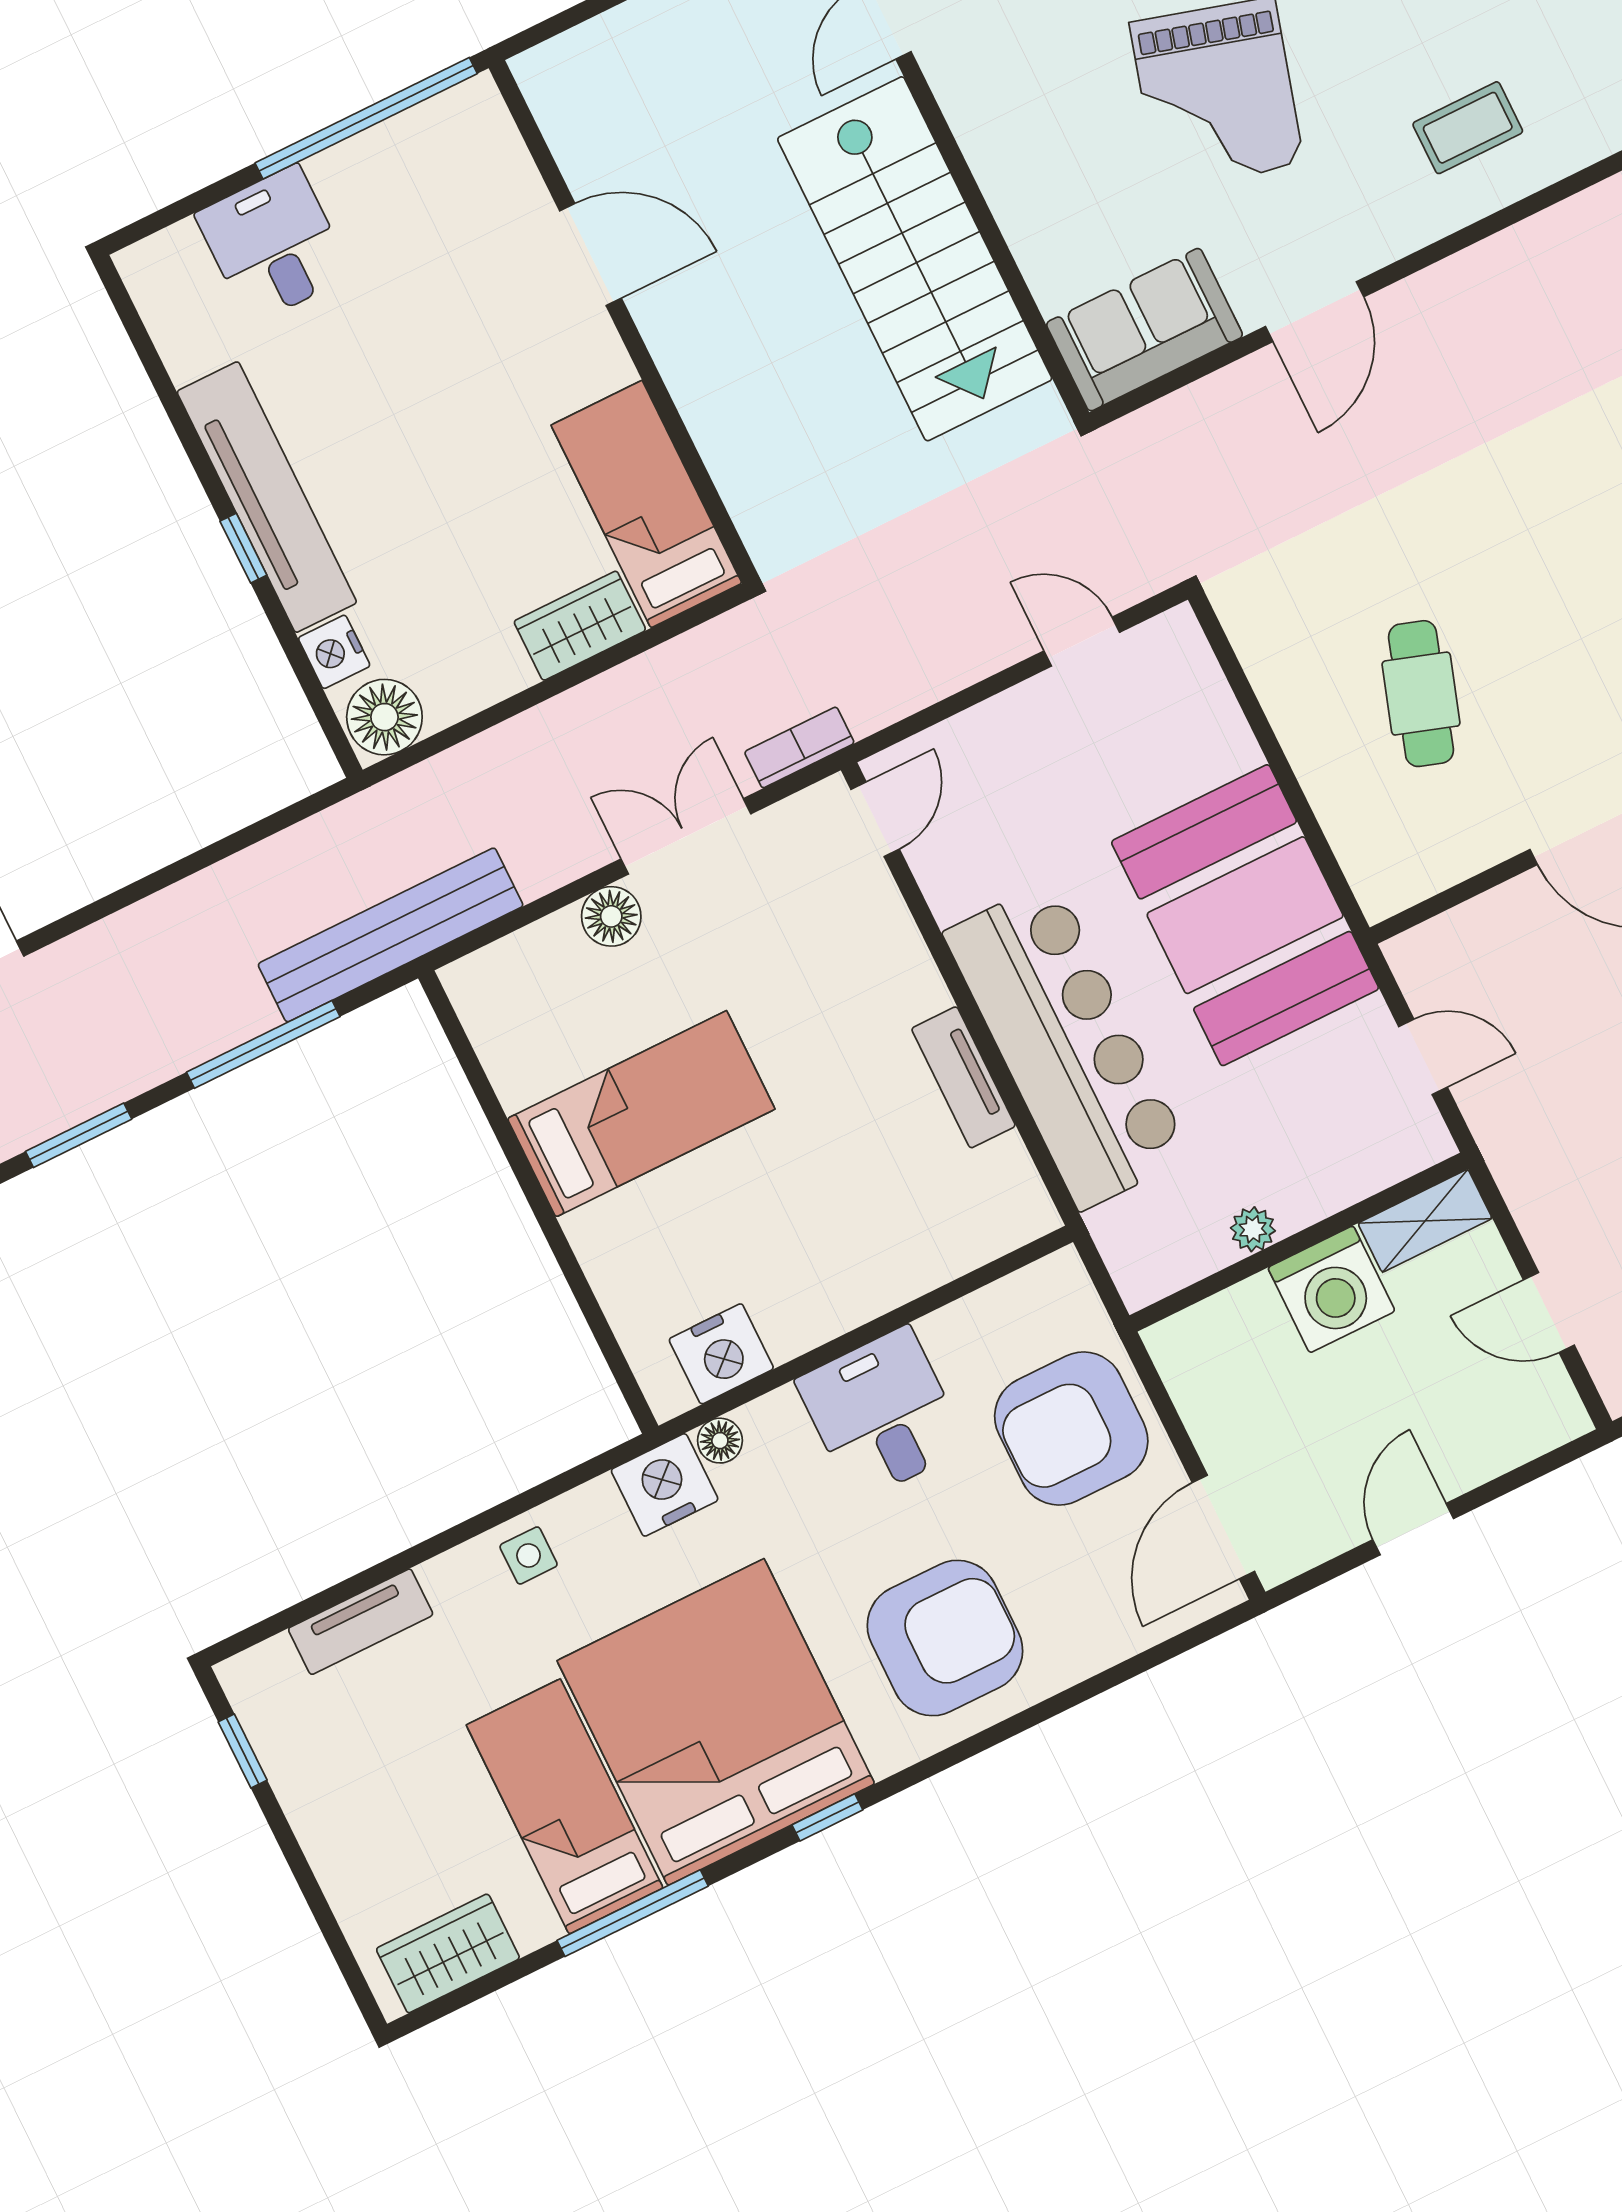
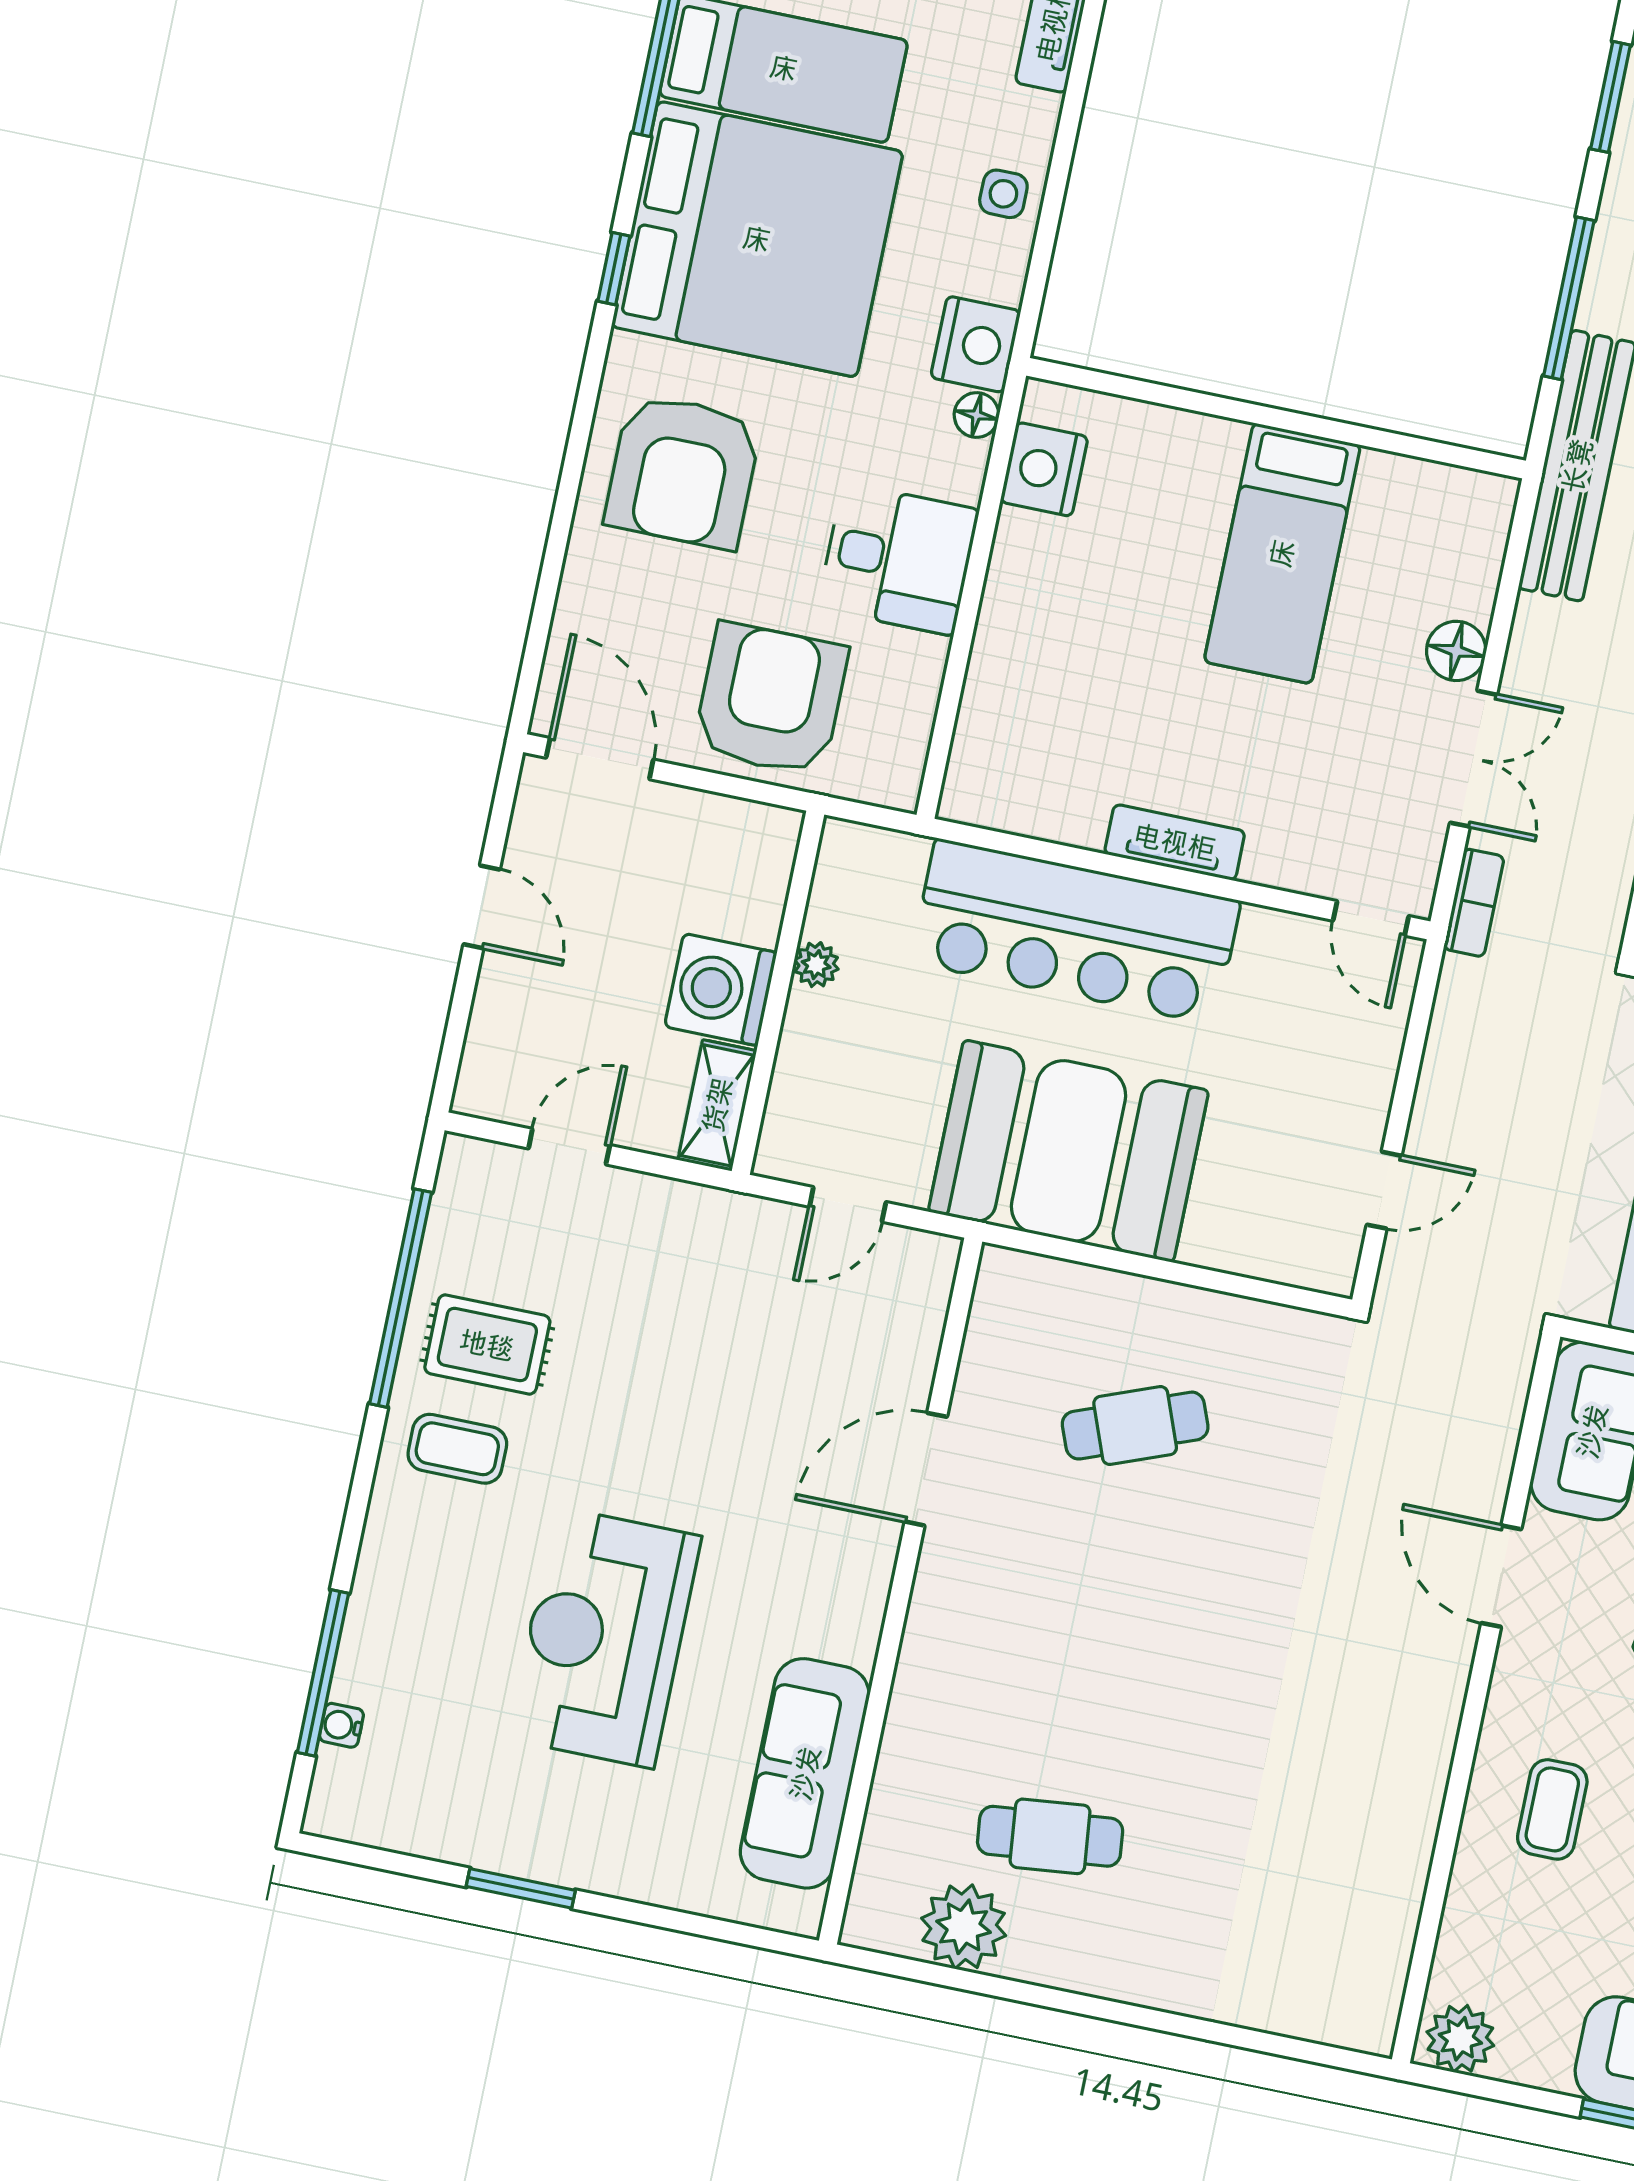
cafe table: (1421, 694) -> (1135, 1426), turned -39
tv unit: (963, 1077) -> (1175, 842), moved

